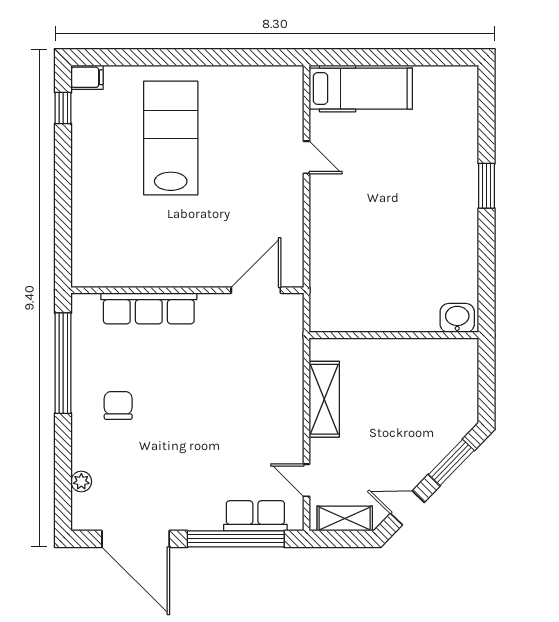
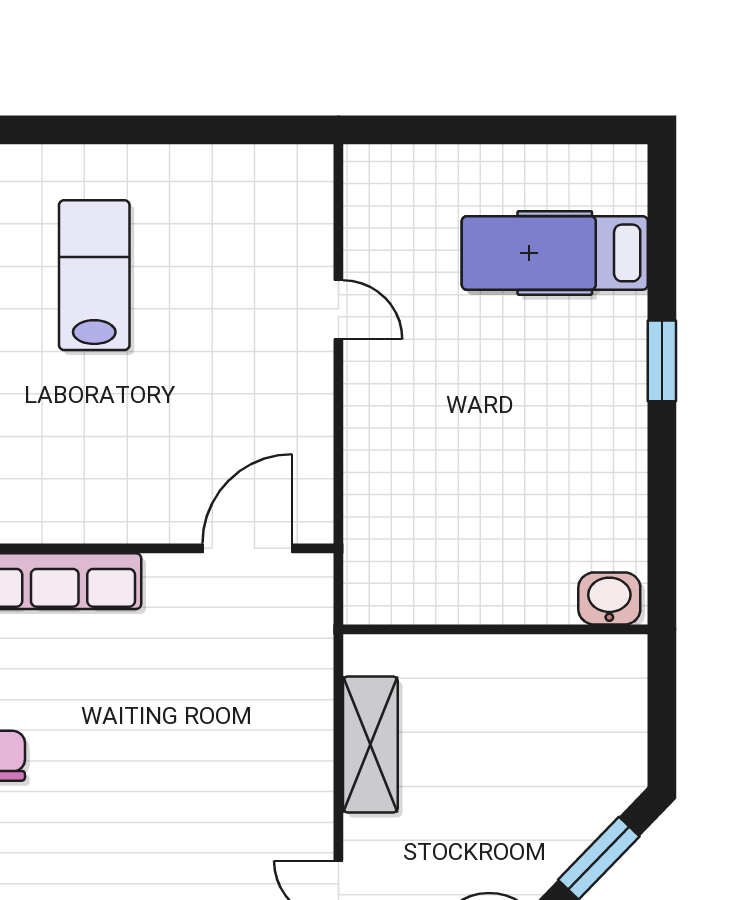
hospital bed: (361, 89) -> (555, 253), moved, turned 180
lab bench: (171, 138) -> (94, 275), width x0.73, depth x0.72

